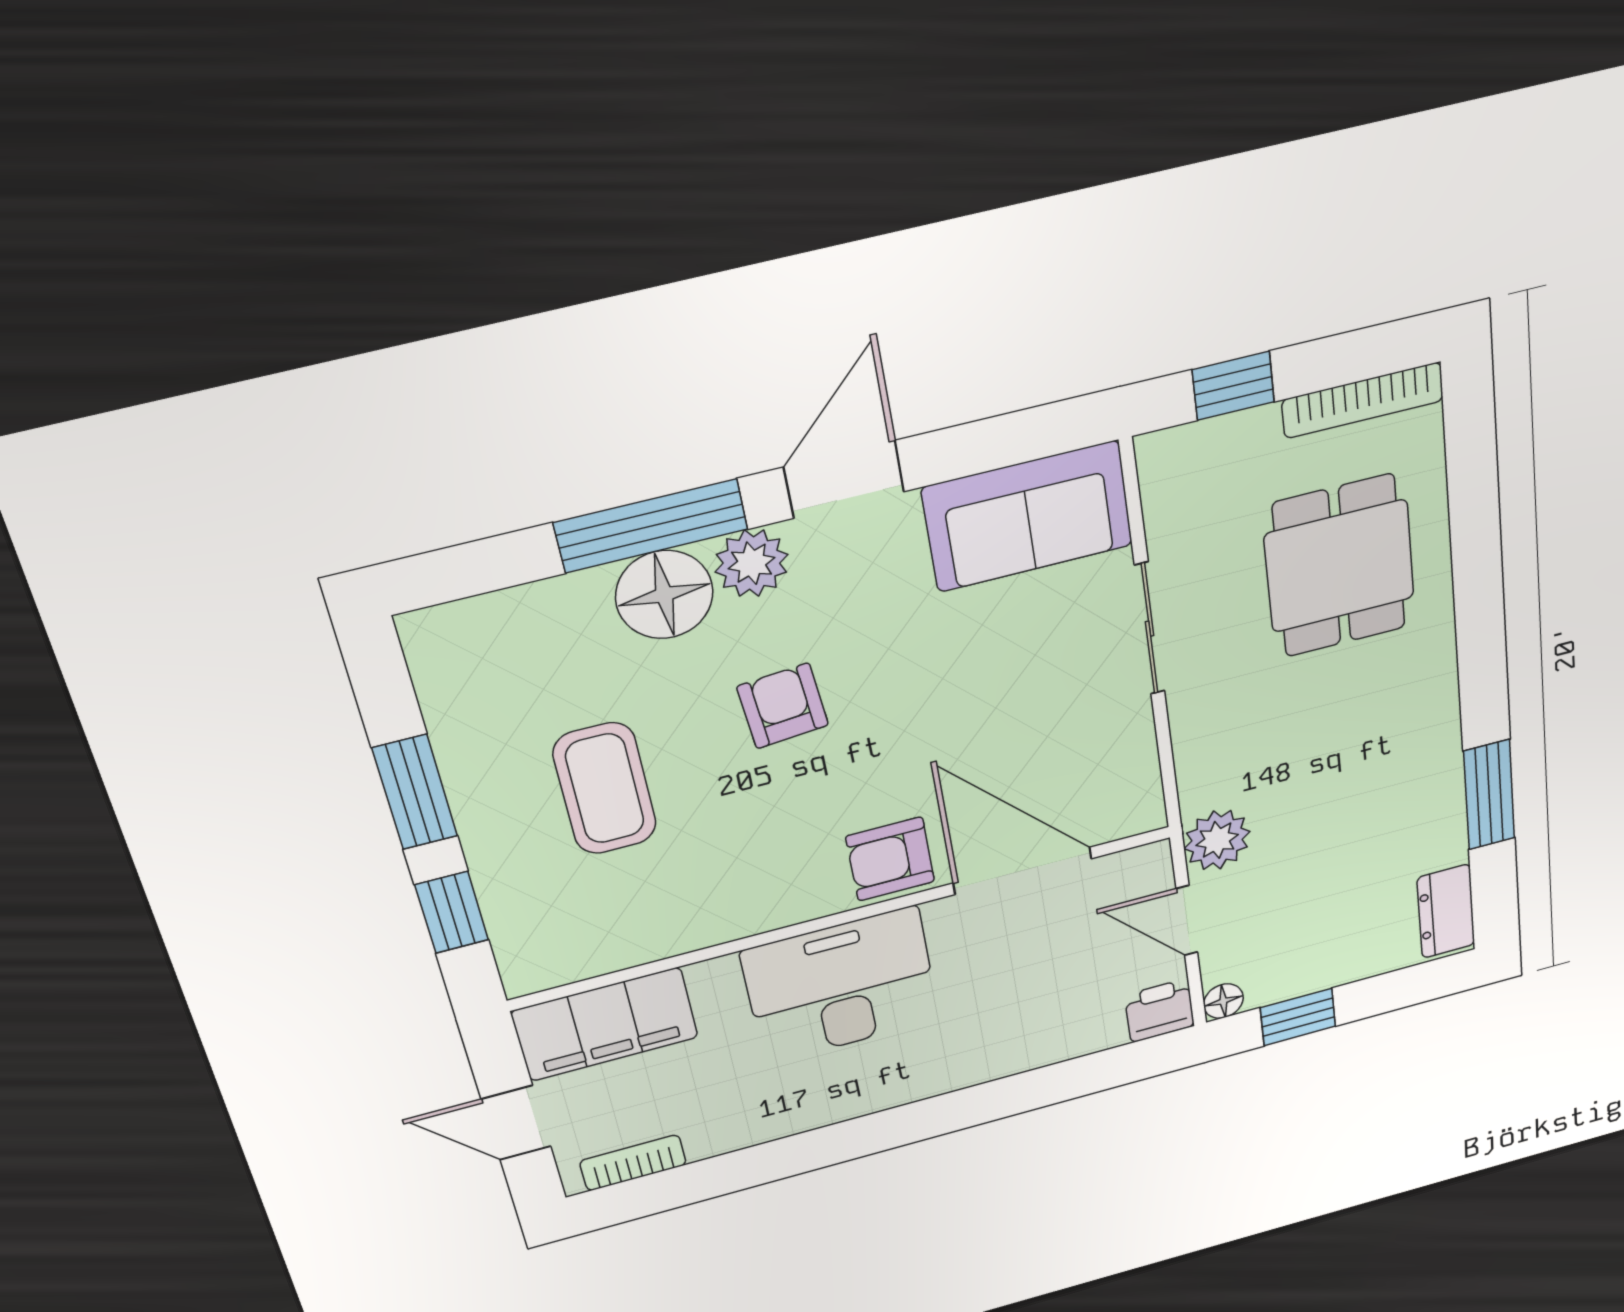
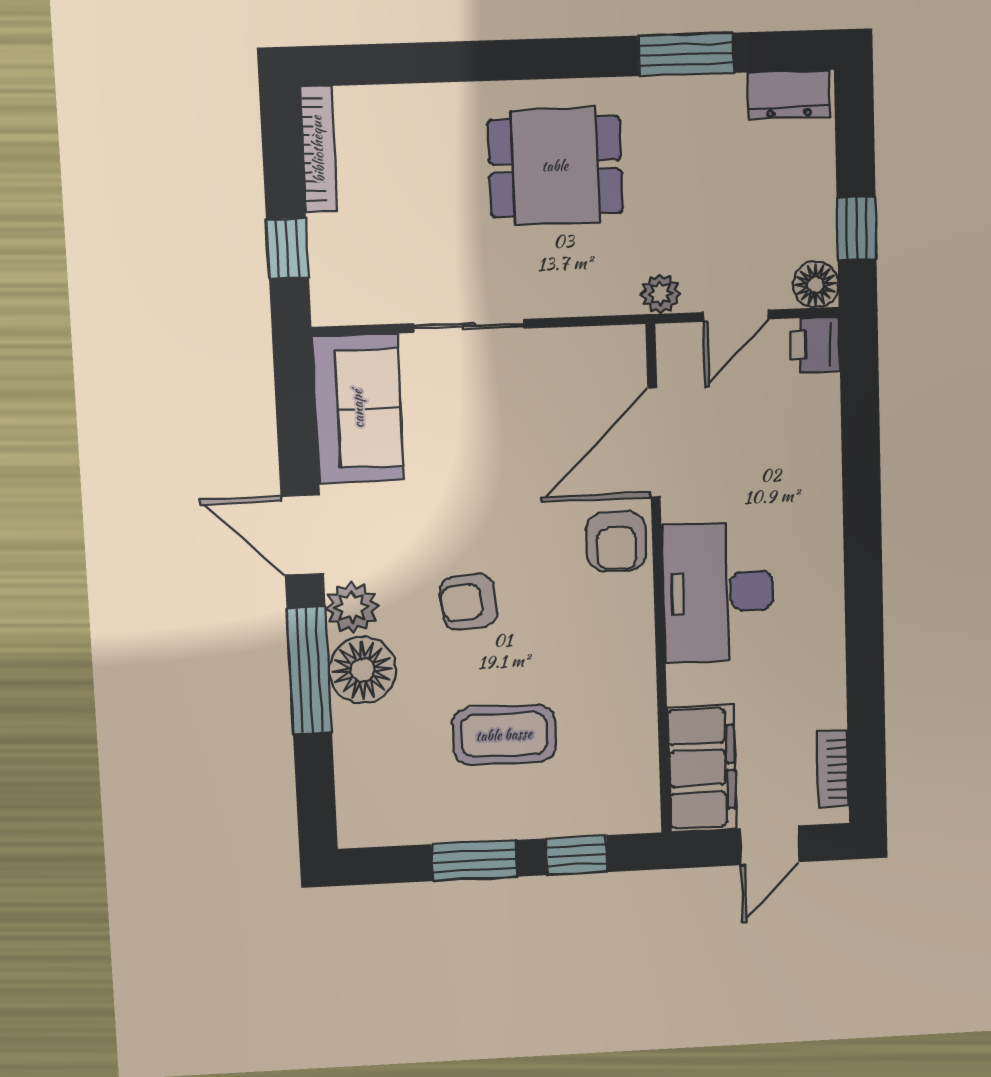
dining table: (1339, 566) -> (555, 166), moved
plant: (1217, 840) -> (660, 294), width x0.73, depth x0.73
floor lamp: (1223, 1001) -> (816, 285), width x1.37, depth x1.37

